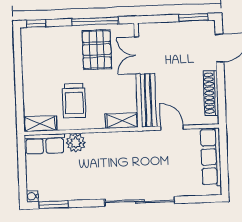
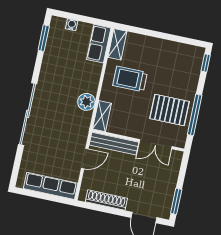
double door: (137, 55) -> (156, 144), swing flipped
plant: (76, 143) -> (86, 102), moved
water cooler: (32, 196) -> (72, 25), moved

